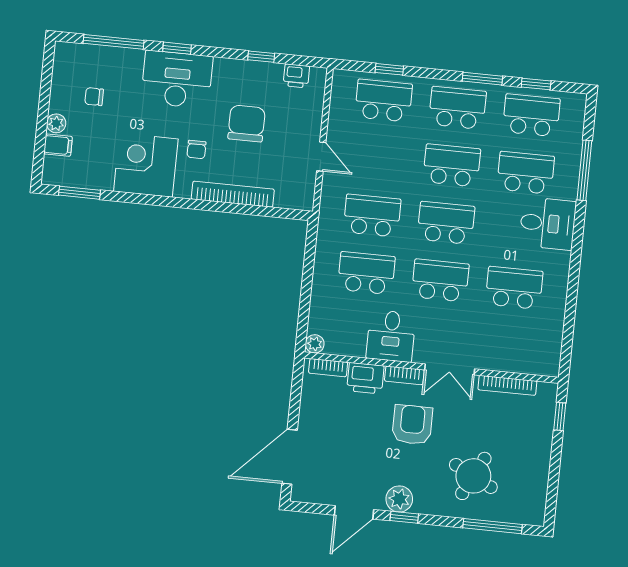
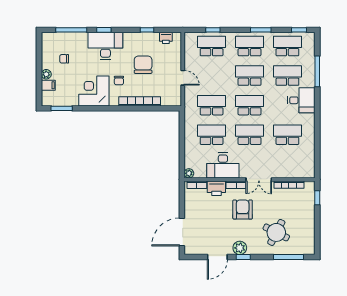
window: (536, 84) -> (299, 30), moved
desk: (391, 336) -> (223, 165), width x1.37

